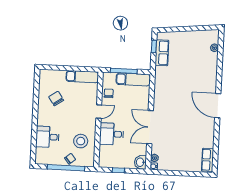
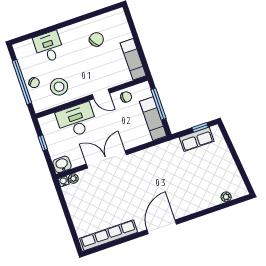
desk: (112, 134) -> (76, 120), width x1.37
row of seats: (208, 160) -> (109, 235), width x2.02

